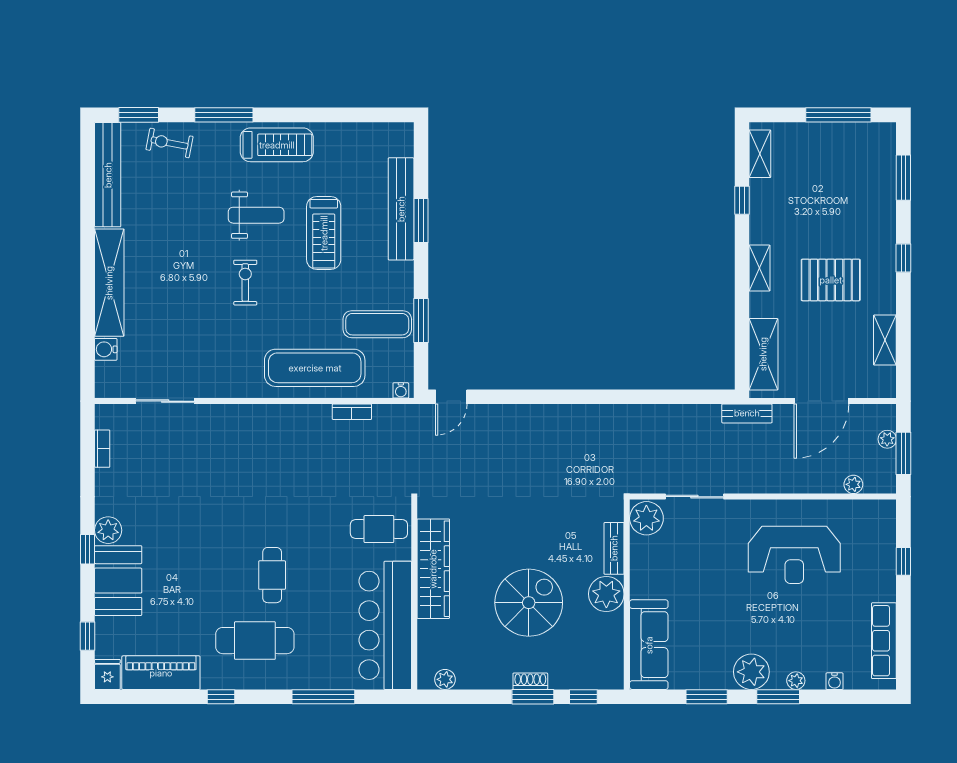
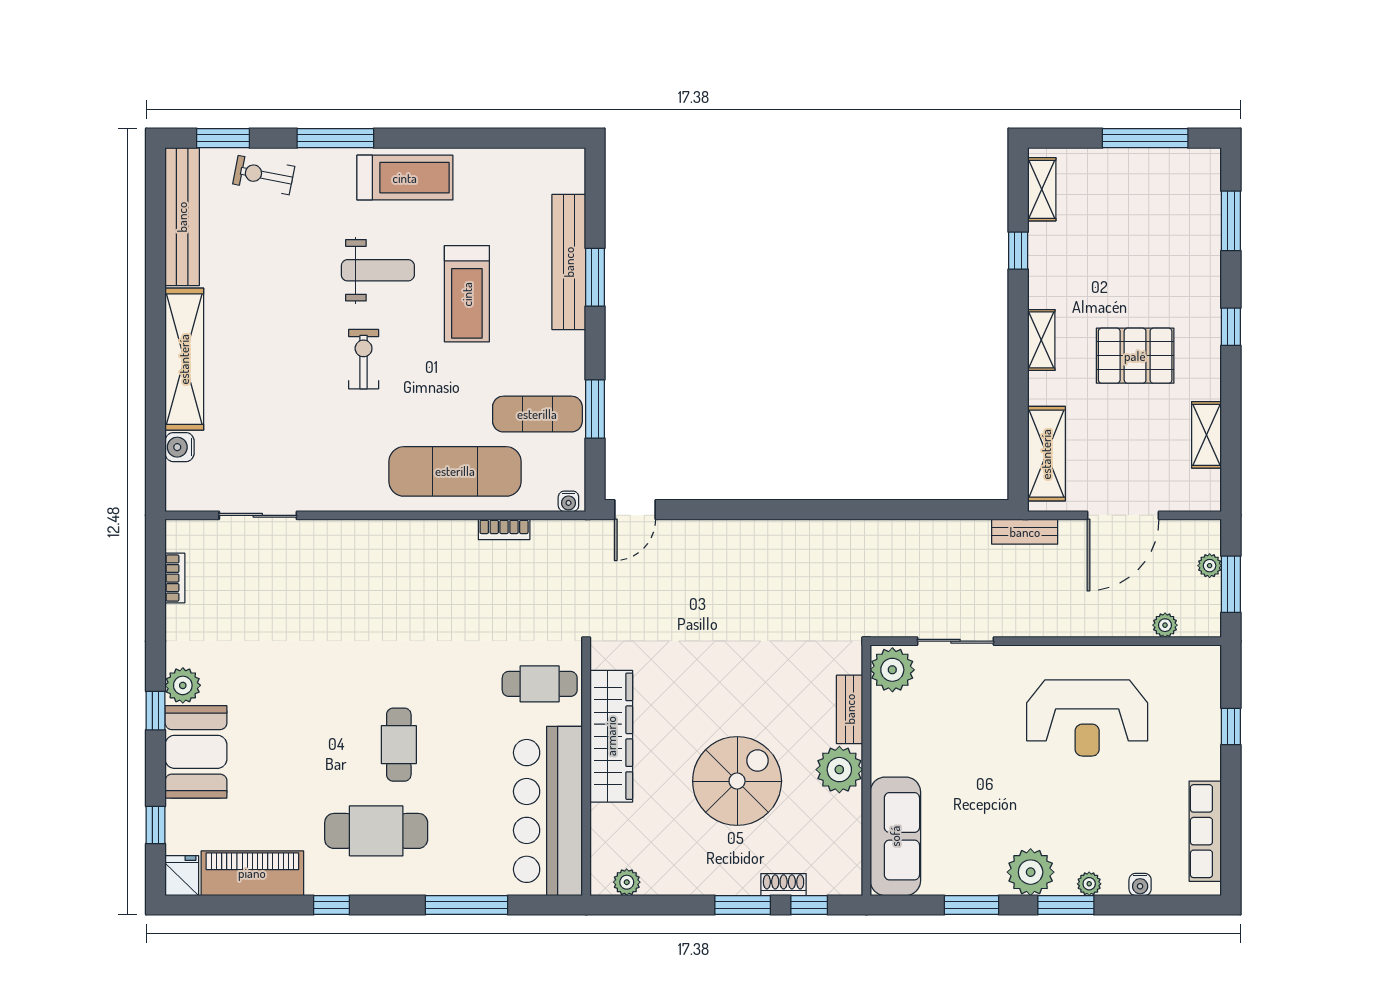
shoe rack: (530, 681) -> (784, 885), moved

